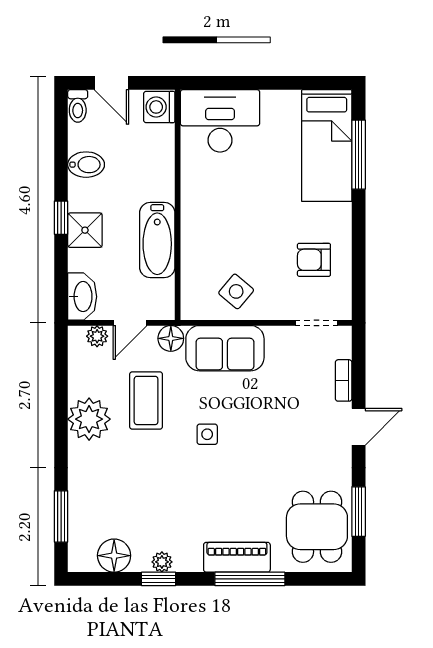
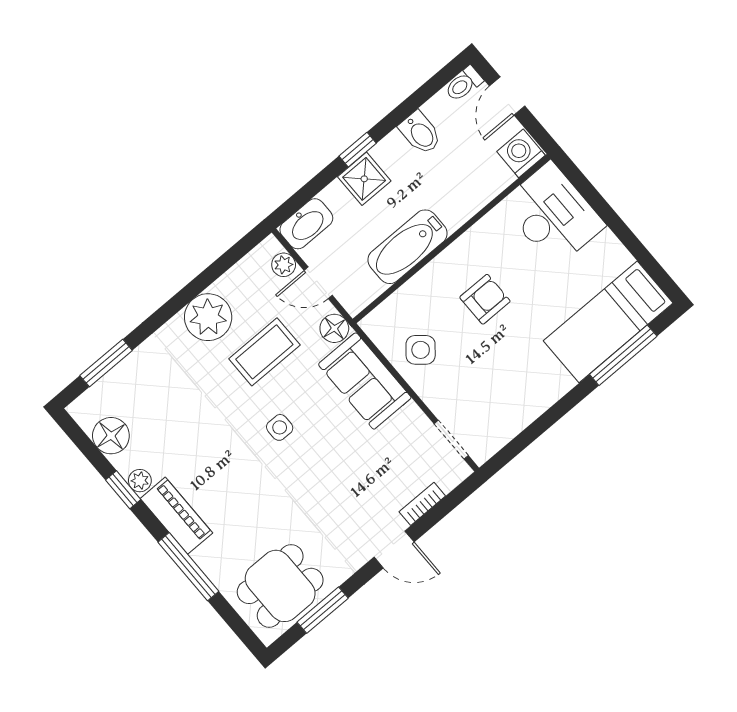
armchair: (314, 260) -> (485, 299), moved, turned 90
piano: (237, 557) -> (176, 516), moved

